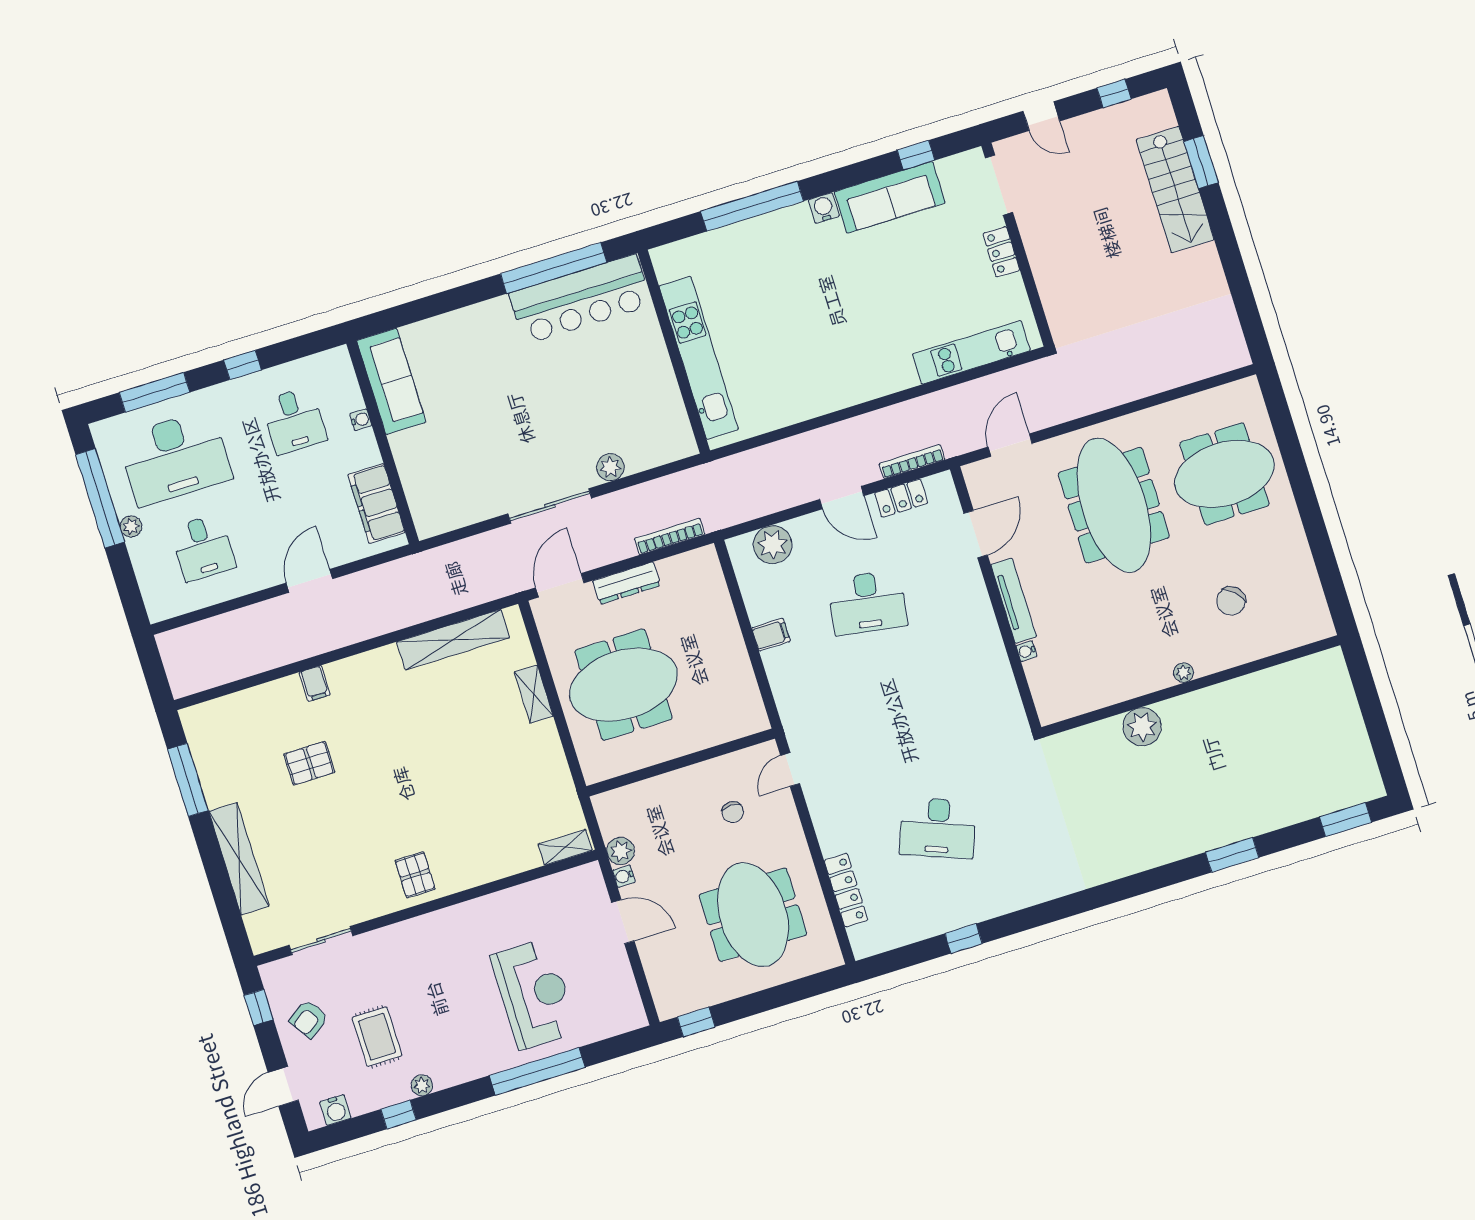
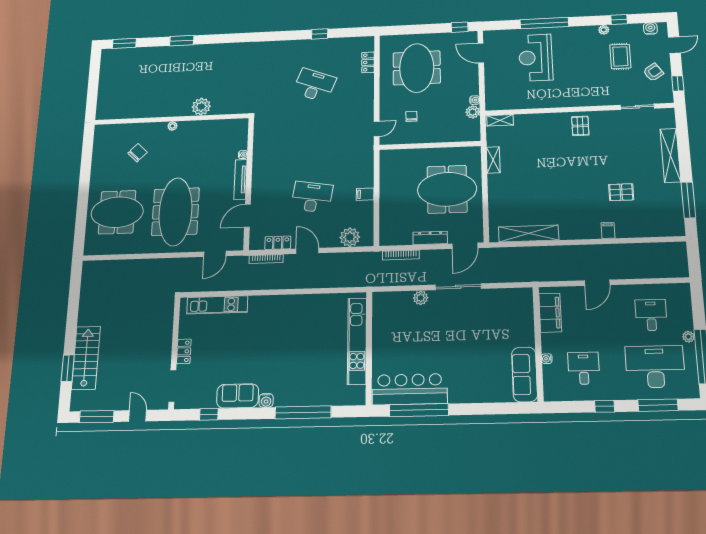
window: (1114, 93) -> (97, 417), width x2.17
sofa: (890, 197) -> (238, 396), width x0.73
shelving: (534, 694) -> (493, 160), moved
locker: (846, 890) -> (368, 62), width x0.66
door: (623, 922) -> (481, 53), moved

